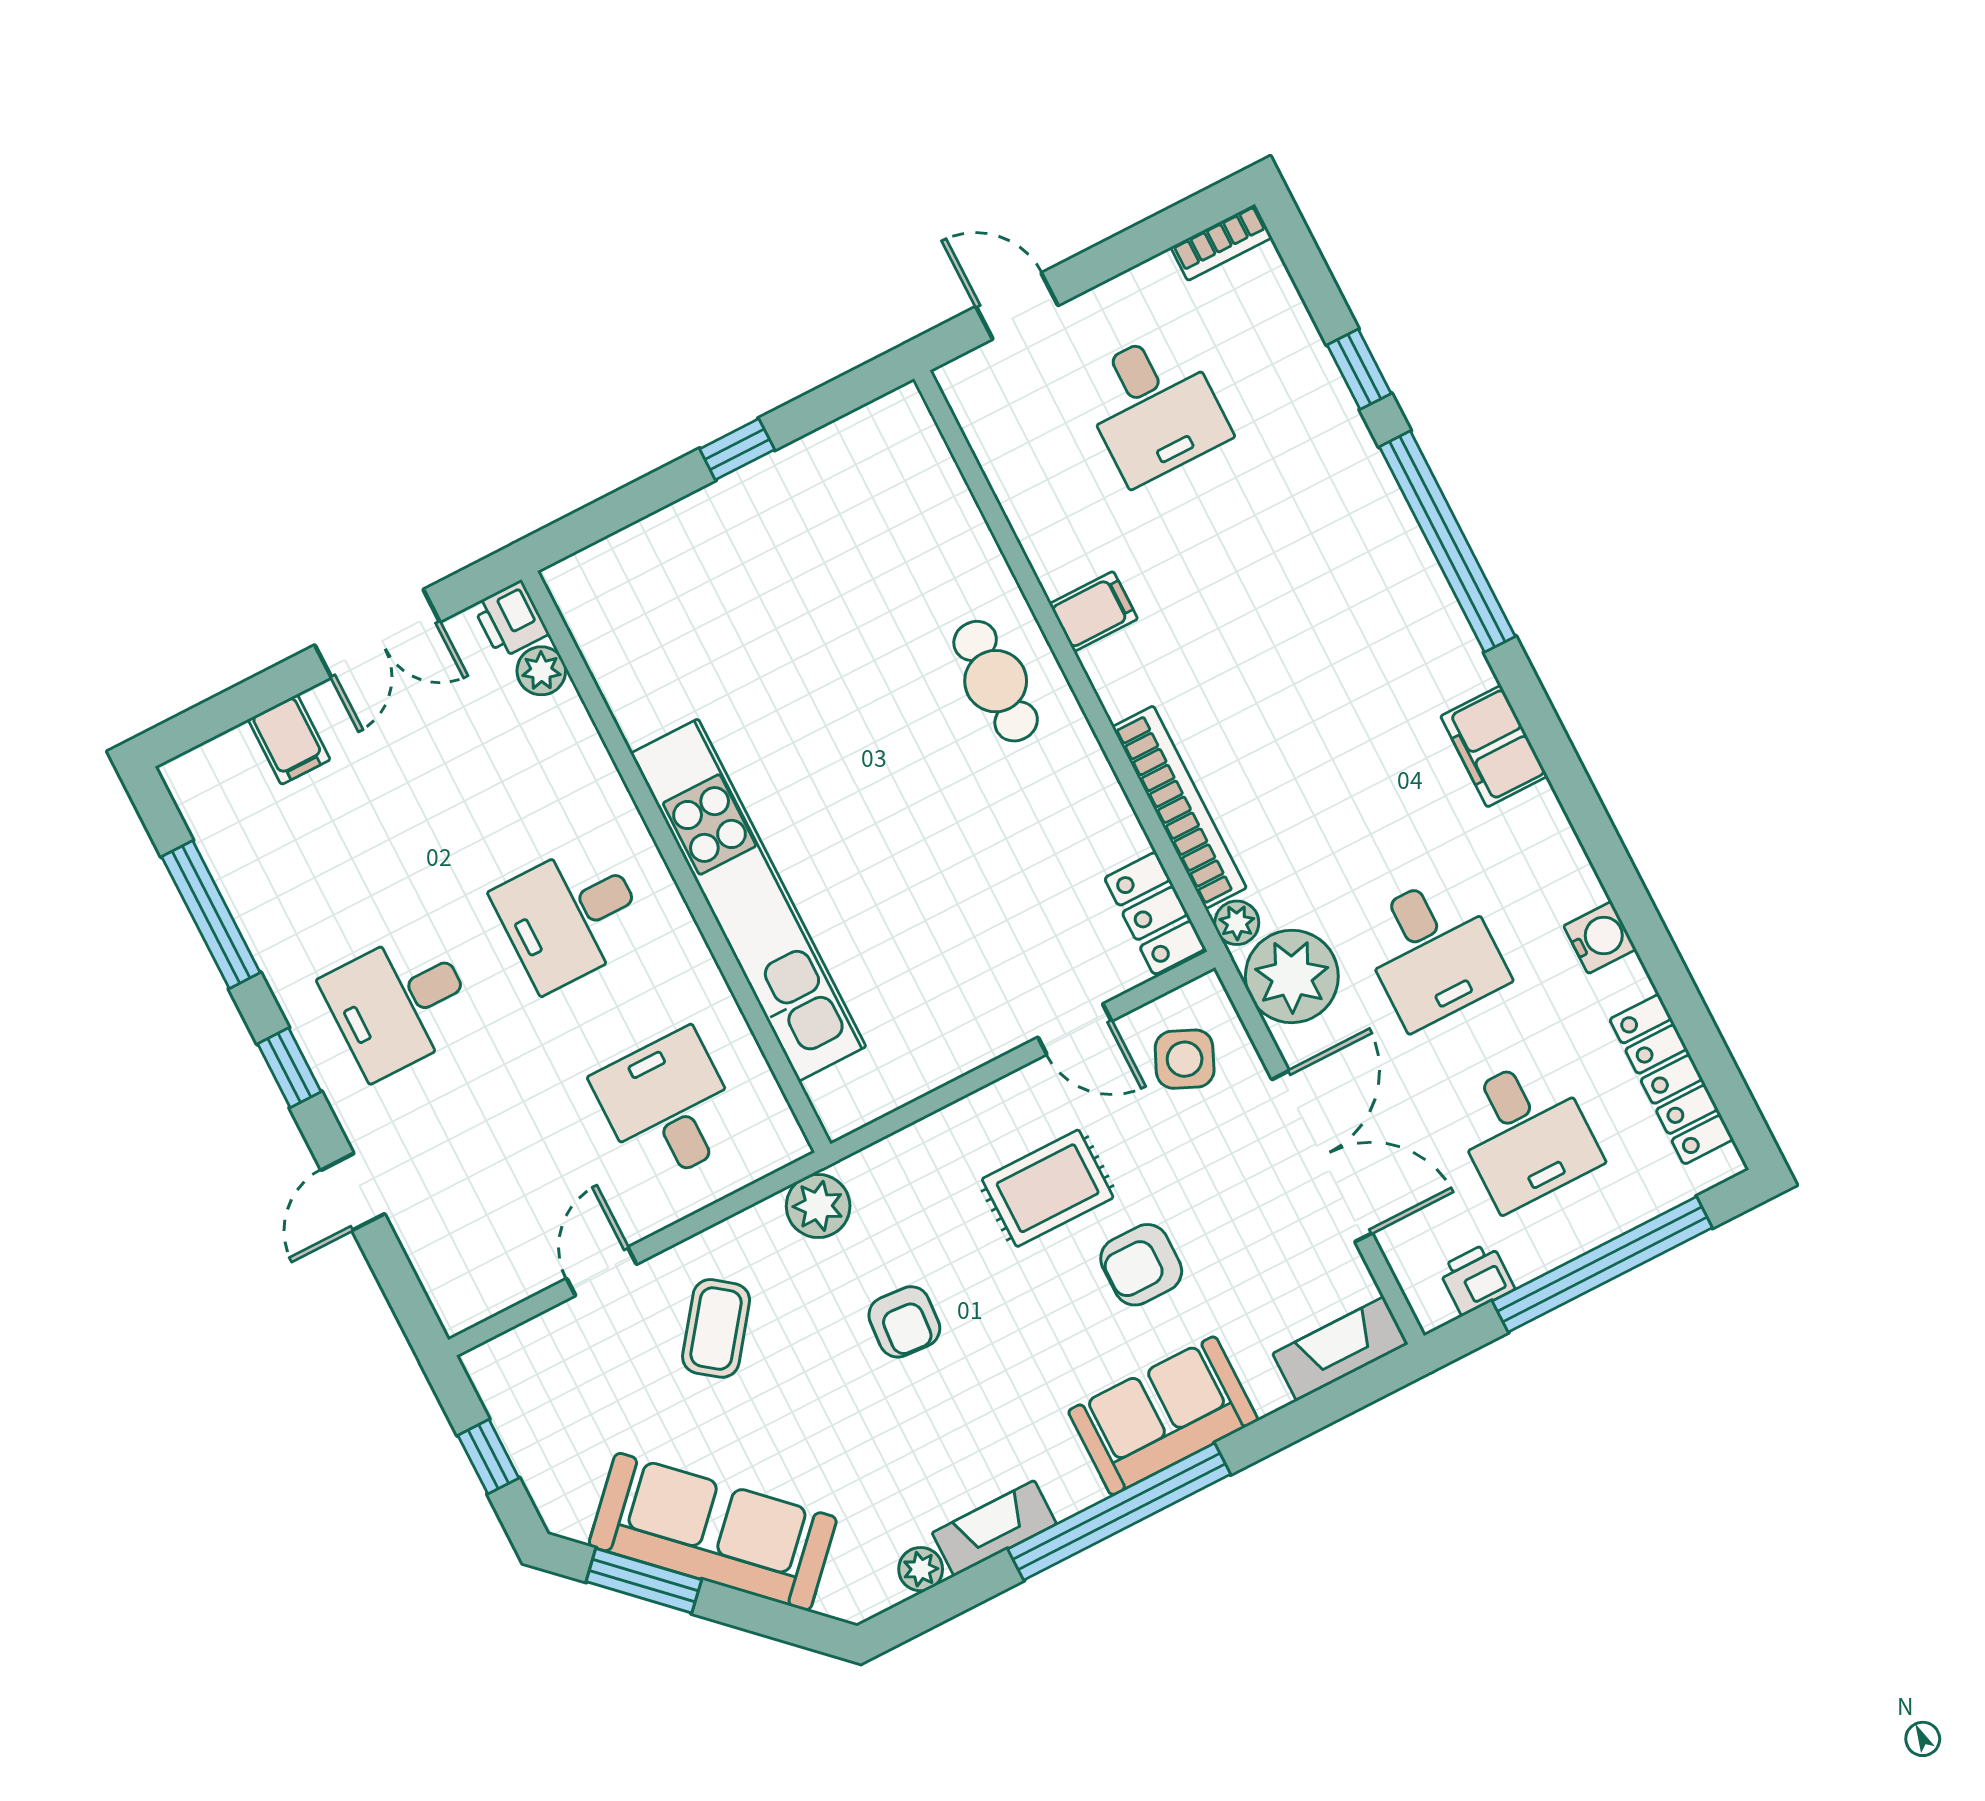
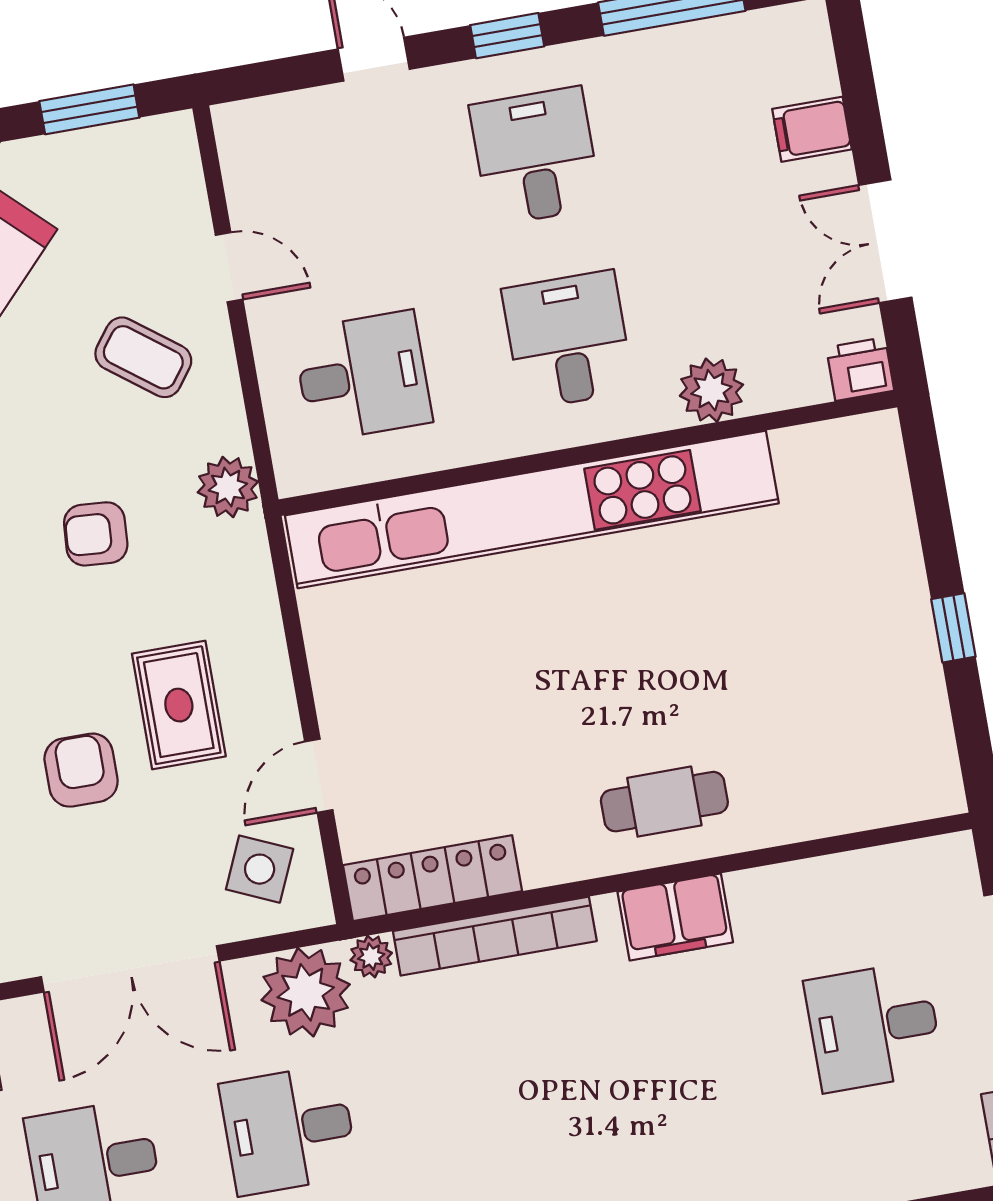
filing cabinet: (1094, 611) -> (675, 917), width x2.00
plant: (541, 671) -> (711, 390), moved, width x1.38, depth x1.38
kitchen unit: (748, 900) -> (532, 509), width x1.36
locker: (1155, 913) -> (433, 878), width x1.53
window: (488, 1457) -> (89, 109), width x1.50

